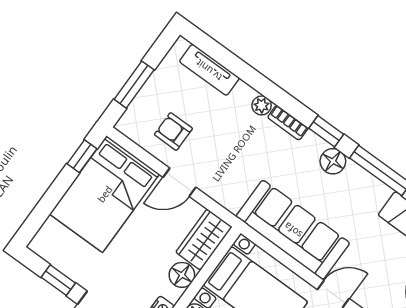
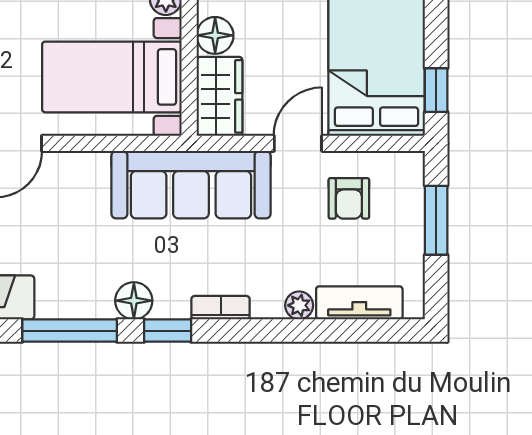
plant: (262, 105) -> (299, 305), moved
armchair: (173, 132) -> (349, 198), turned 90
sofa: (293, 230) -> (191, 185), moved

